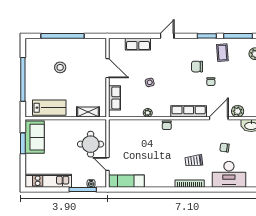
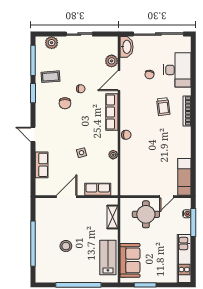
door: (219, 118) -> (119, 81), hinge flipped
sofa: (35, 137) -> (130, 260), moved, turned 90

